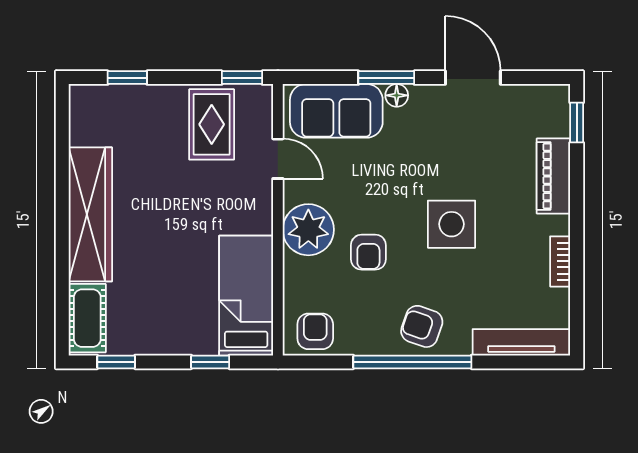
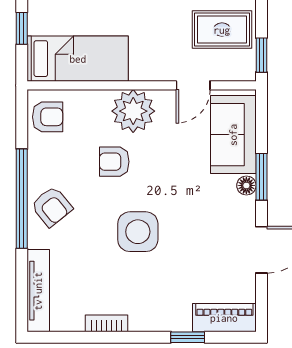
window: (577, 123) -> (188, 337), moved
piano: (553, 176) -> (224, 318), moved
armchair: (422, 326) -> (52, 207), turned 122

